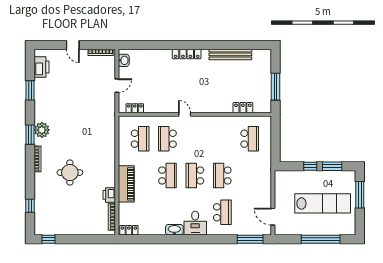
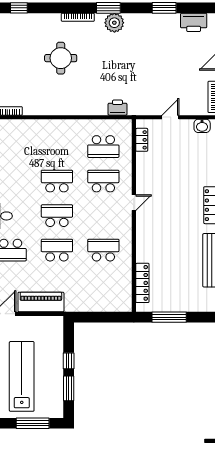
door: (117, 86) -> (170, 117), swing flipped
locker: (243, 108) -> (142, 283), width x1.53
school desk: (250, 139) -> (103, 250), moved, turned 180
school desk: (167, 176) -> (57, 181), turned 180
piano: (126, 184) -> (41, 302), moved, turned 180
printer: (109, 195) -> (117, 108), moved
lab bench: (323, 203) -> (22, 376), turned 180

